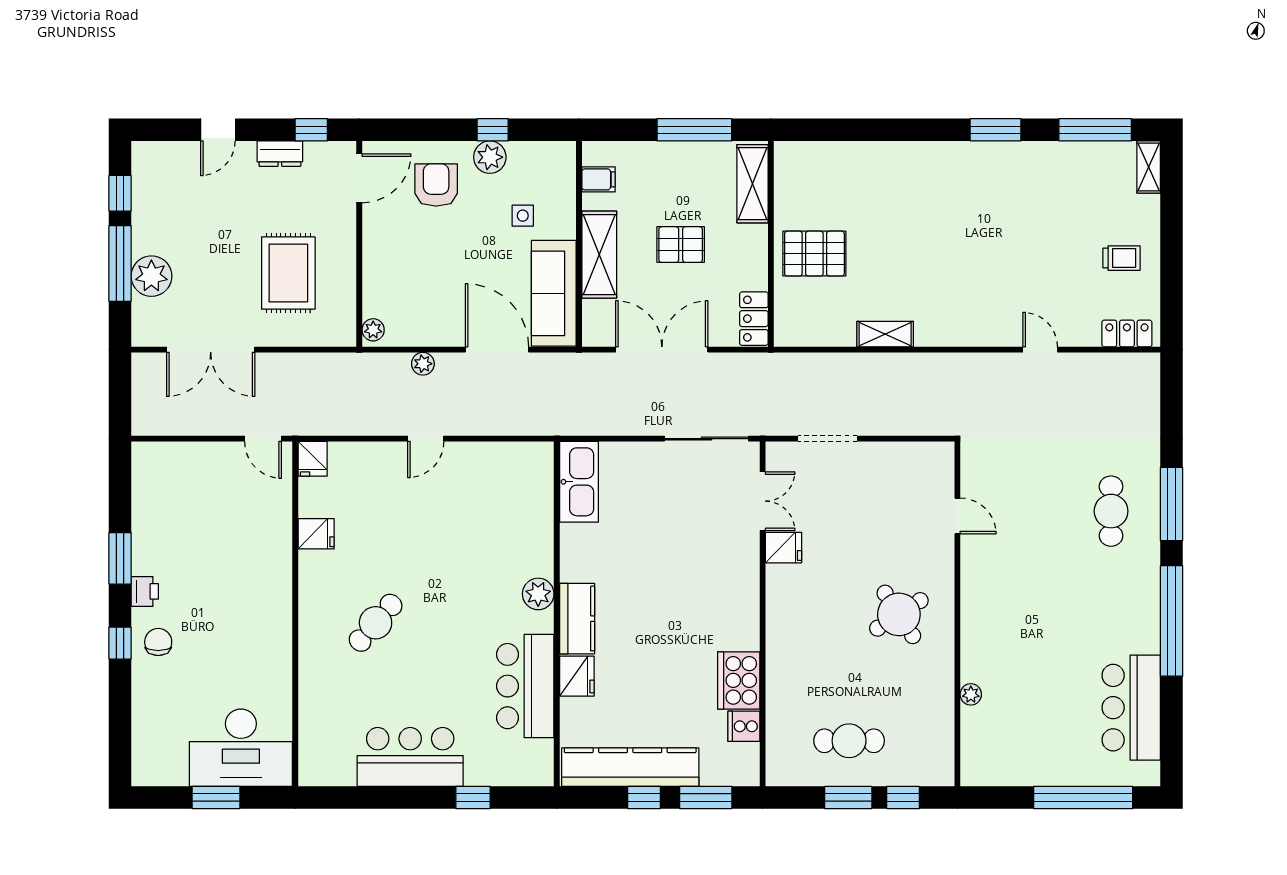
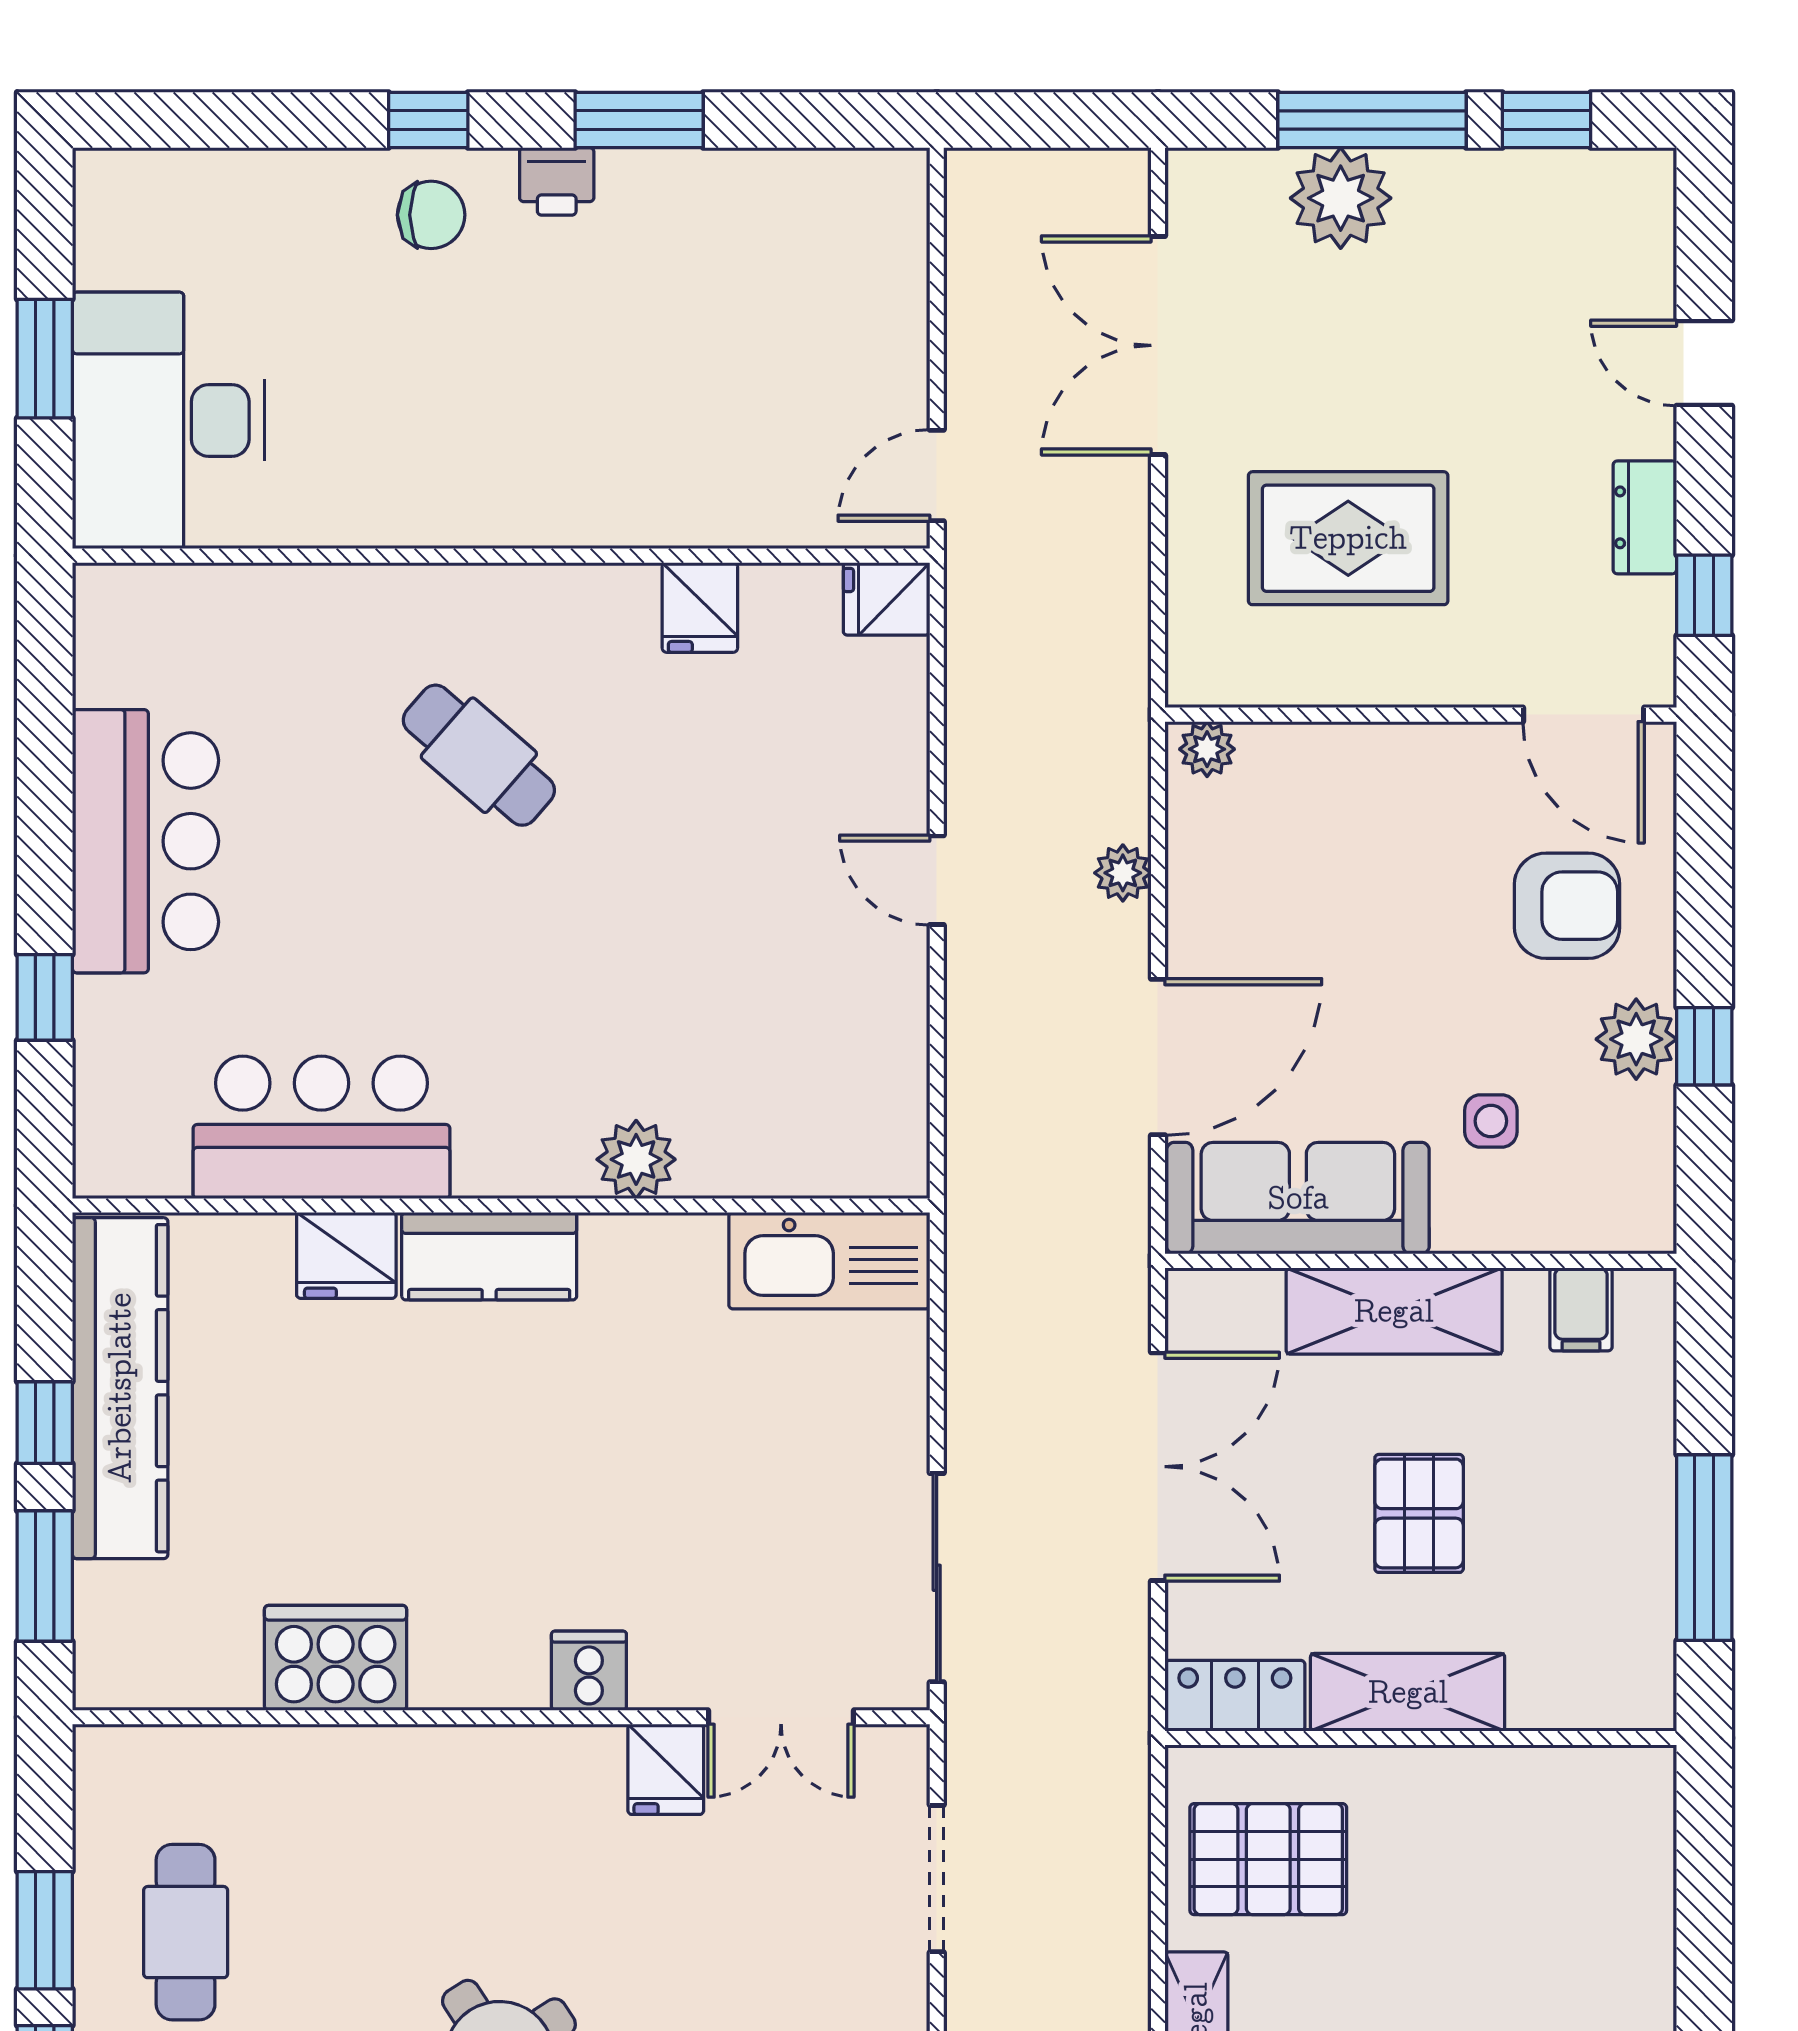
shelving: (753, 184) -> (1408, 1692), moved
pallet: (814, 254) -> (1268, 1859), moved, turned 90
plant: (538, 594) -> (636, 1159), moved
cooker: (744, 726) -> (589, 1671), moved

